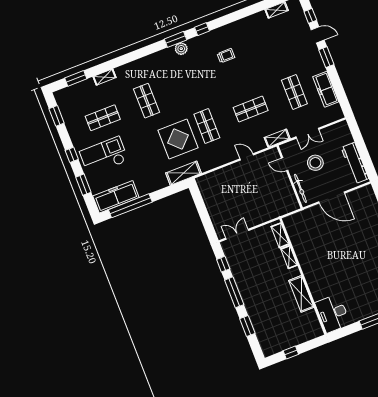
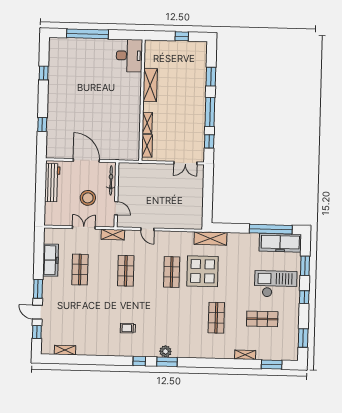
shop shelf: (251, 109) -> (126, 271), turned 90
checkout: (104, 156) -> (276, 284), turned 180

